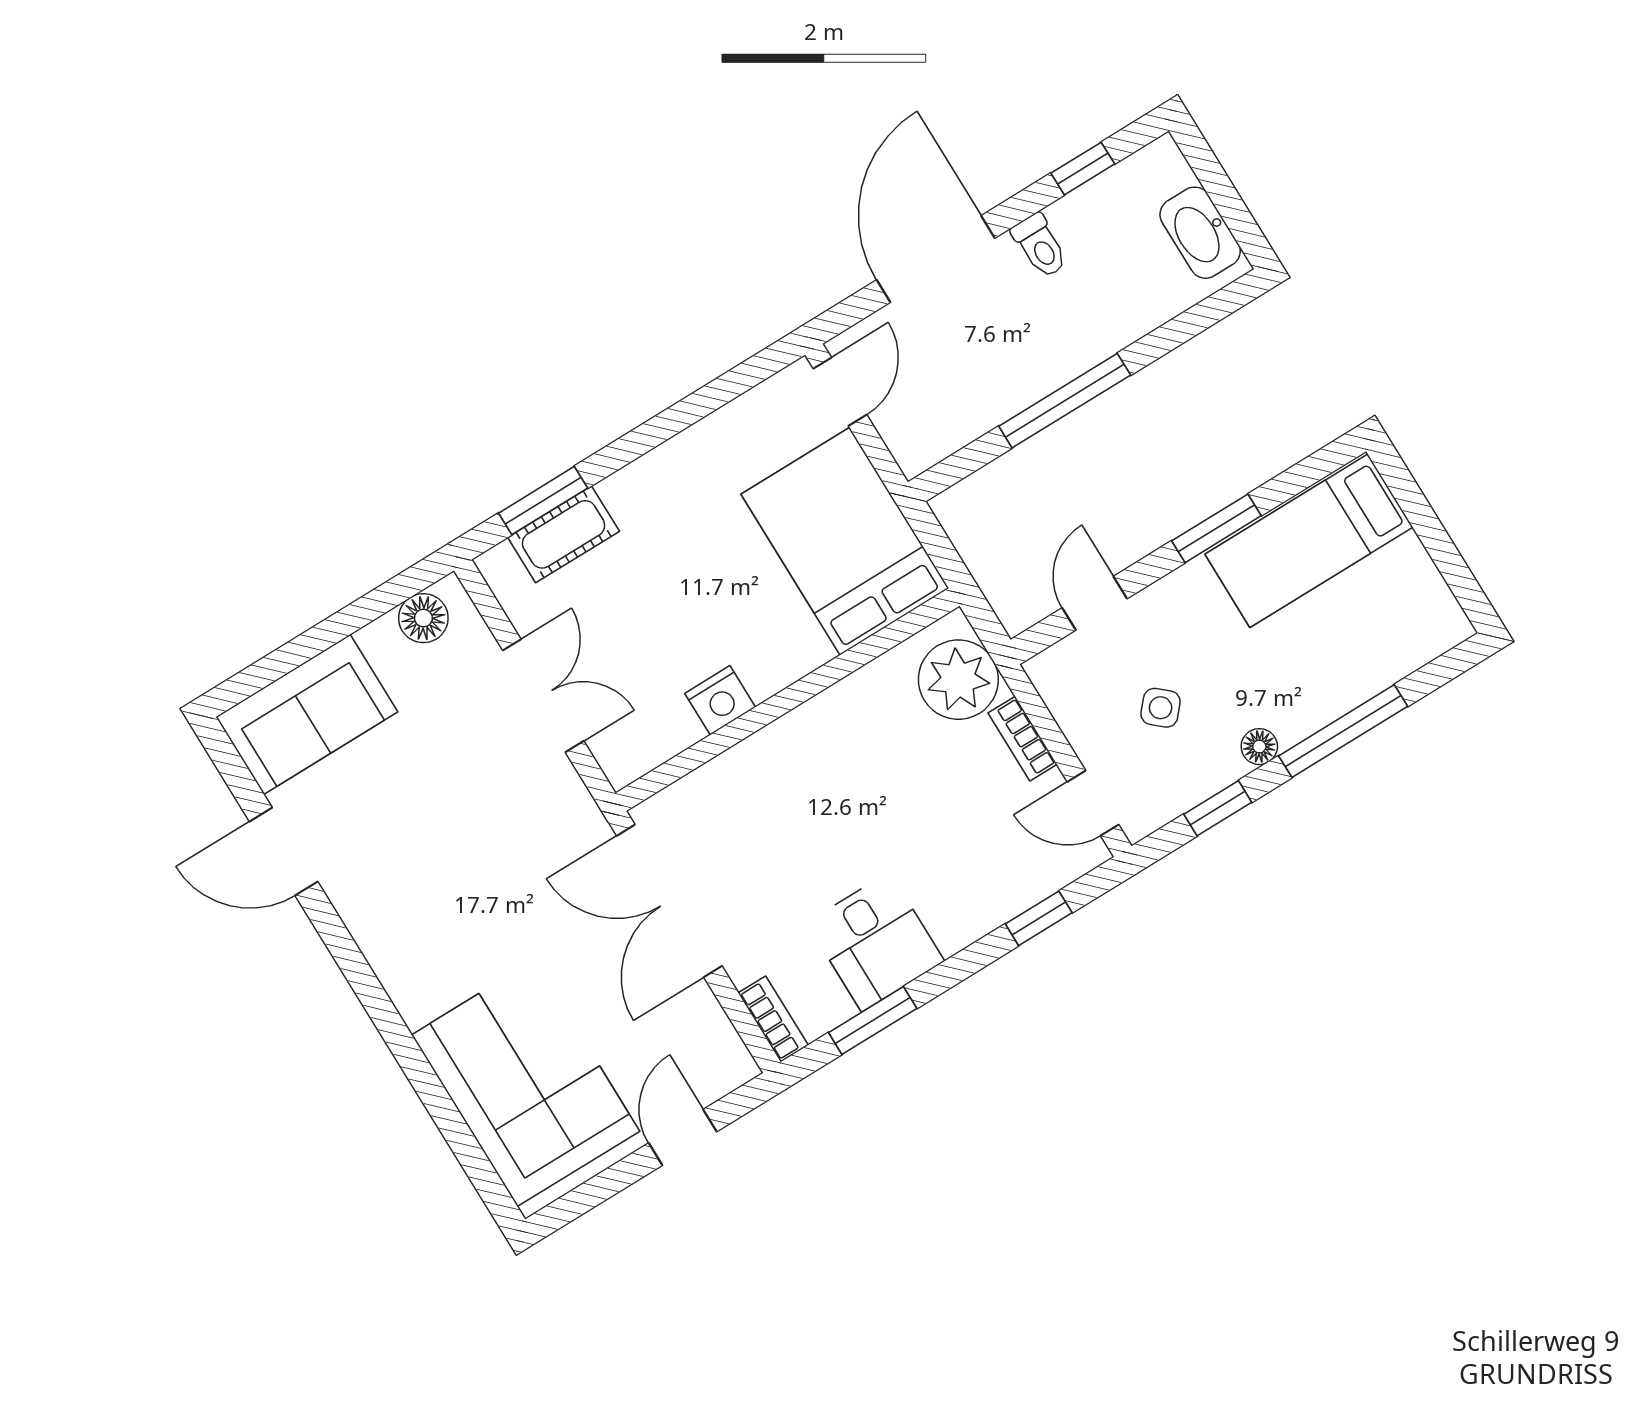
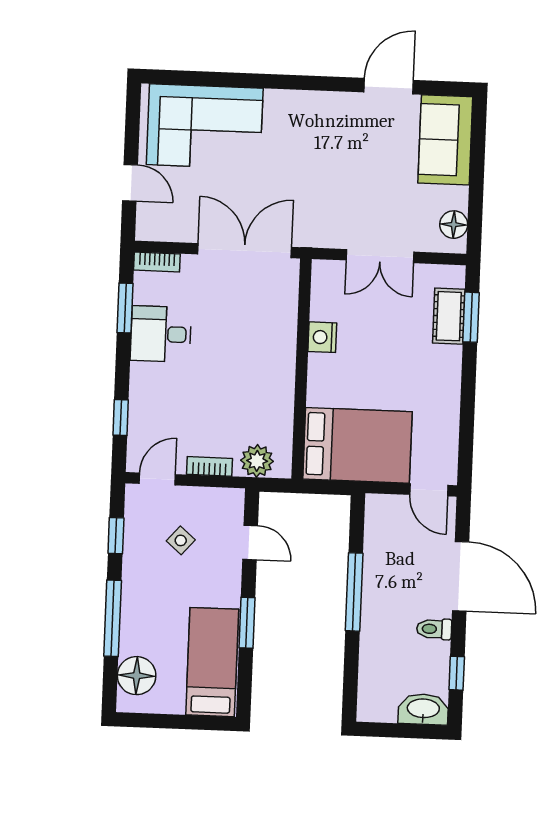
washbasin: (1200, 233) -> (423, 709), moved
plant: (958, 680) -> (257, 461), width x0.73, depth x0.73
floor lamp: (1259, 747) -> (137, 676), moved, width x1.89, depth x1.89

